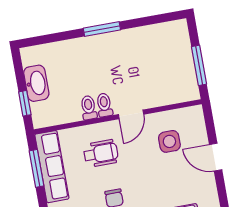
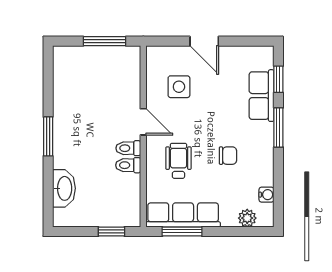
washbasin: (36, 83) -> (64, 188), moved, turned 90
door: (216, 157) -> (204, 41), hinge flipped

